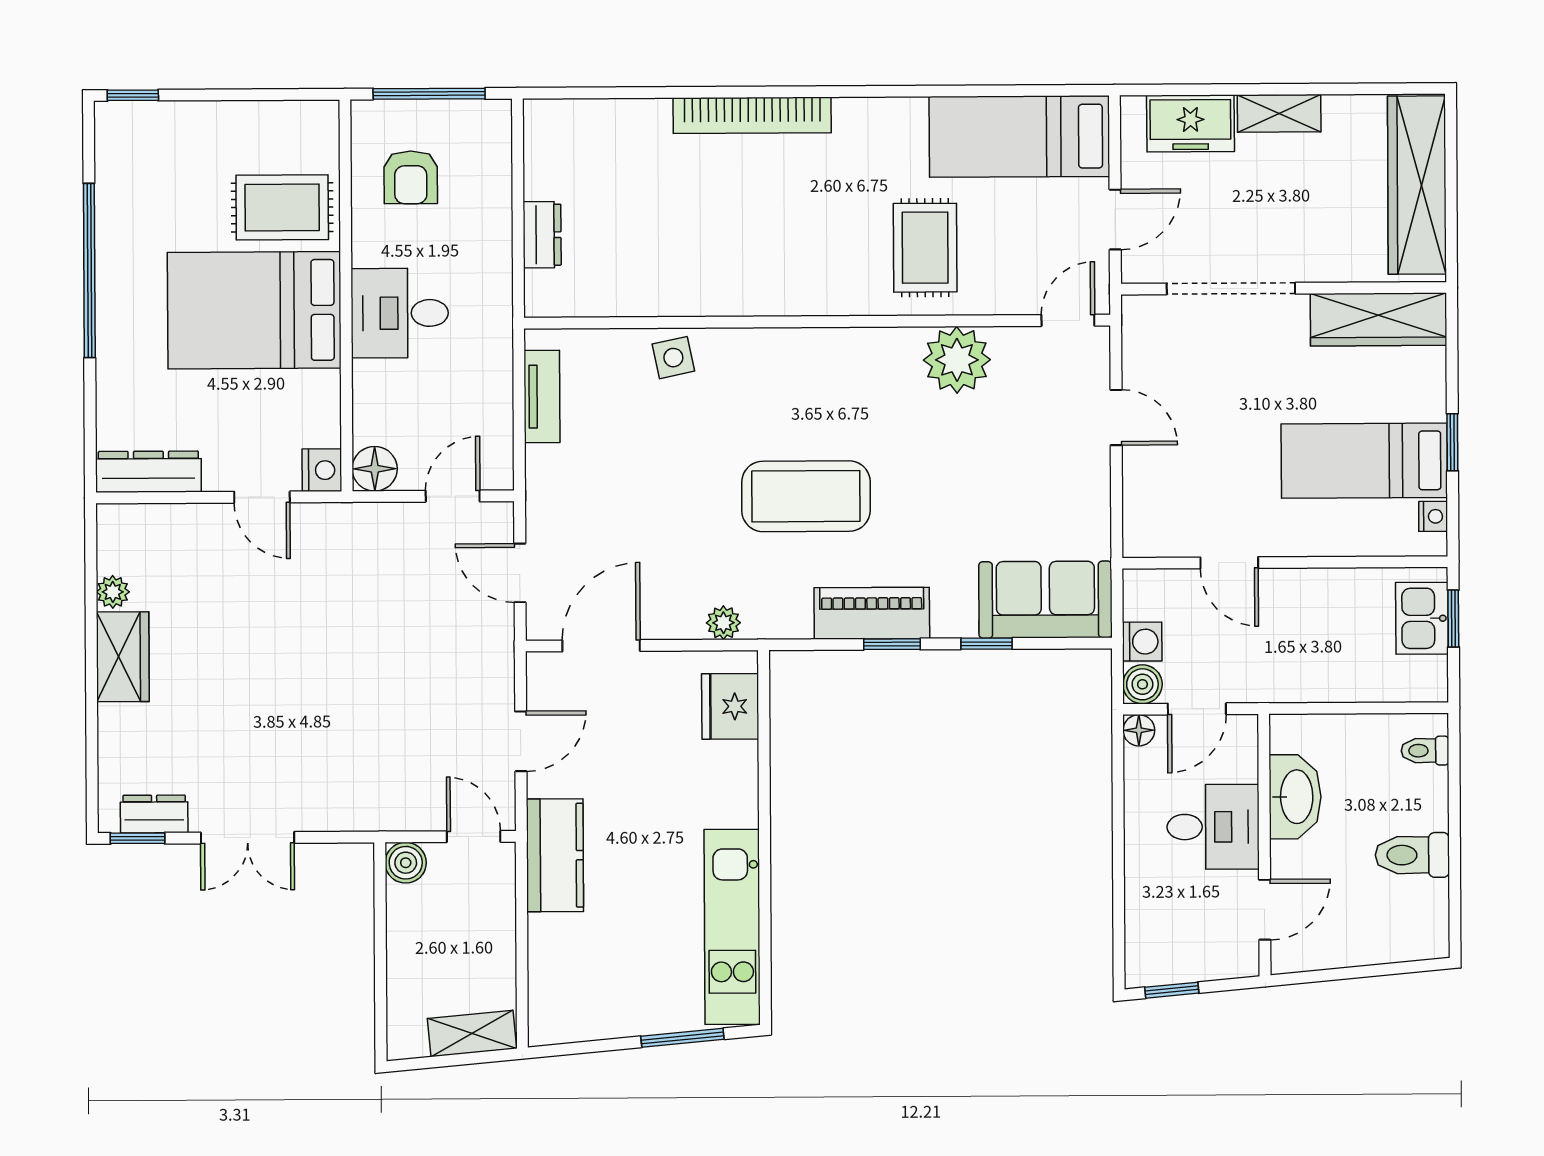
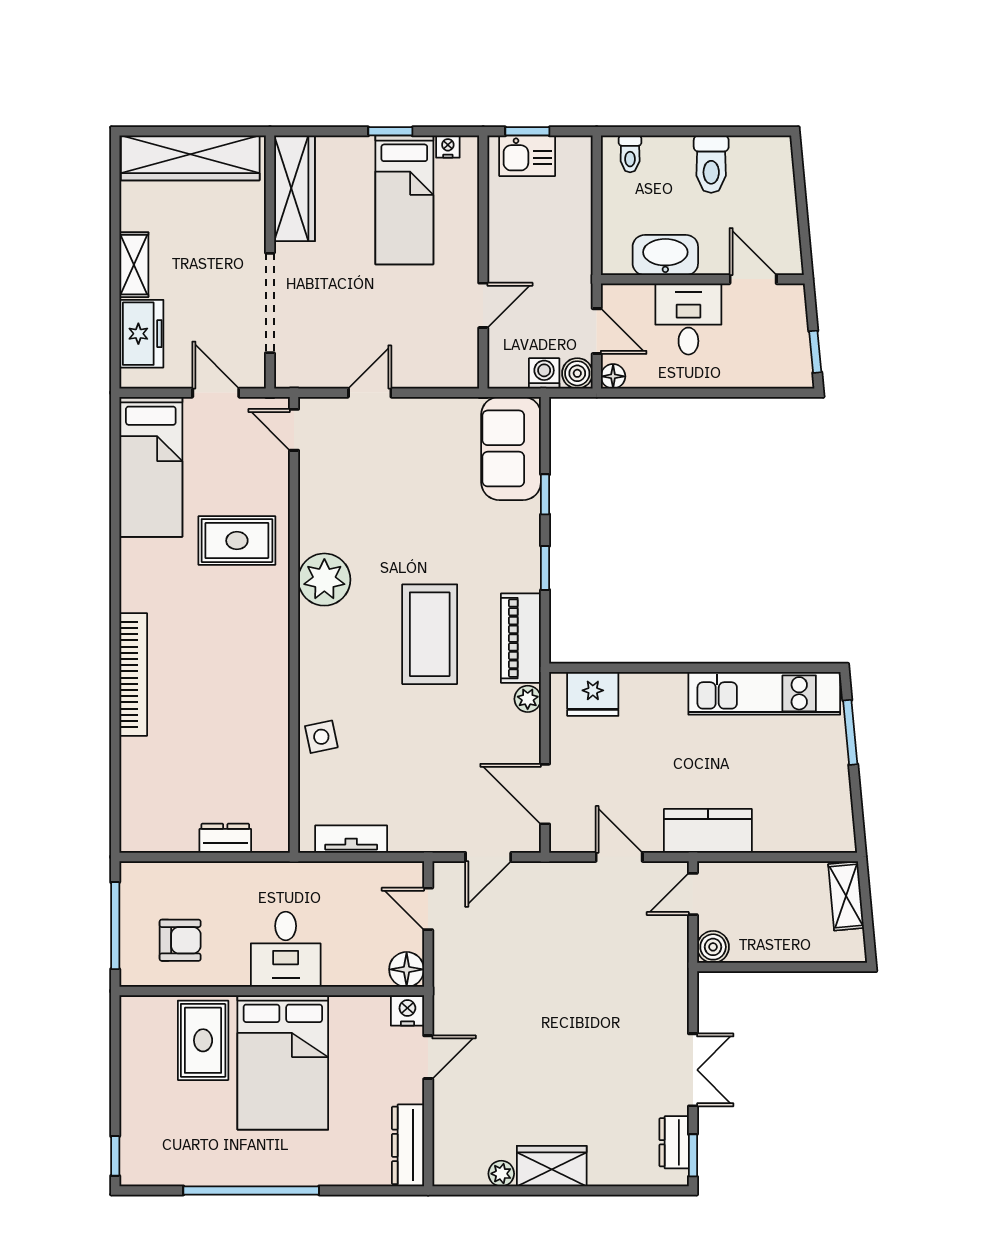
plant: (957, 360) -> (324, 580), moved
piano: (872, 613) -> (521, 638), moved

